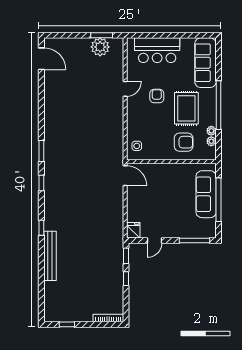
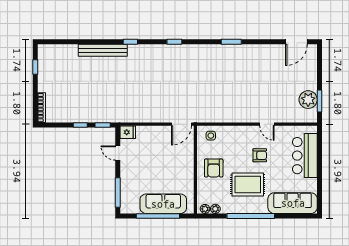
plant: (211, 131) -> (205, 209), moved
armchair: (184, 142) -> (214, 168), moved
window: (41, 151) -> (231, 42), moved

